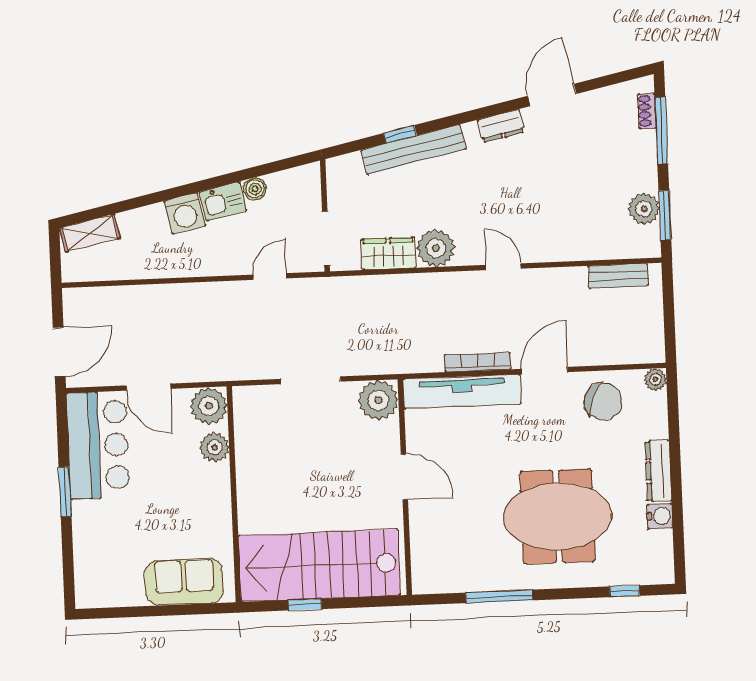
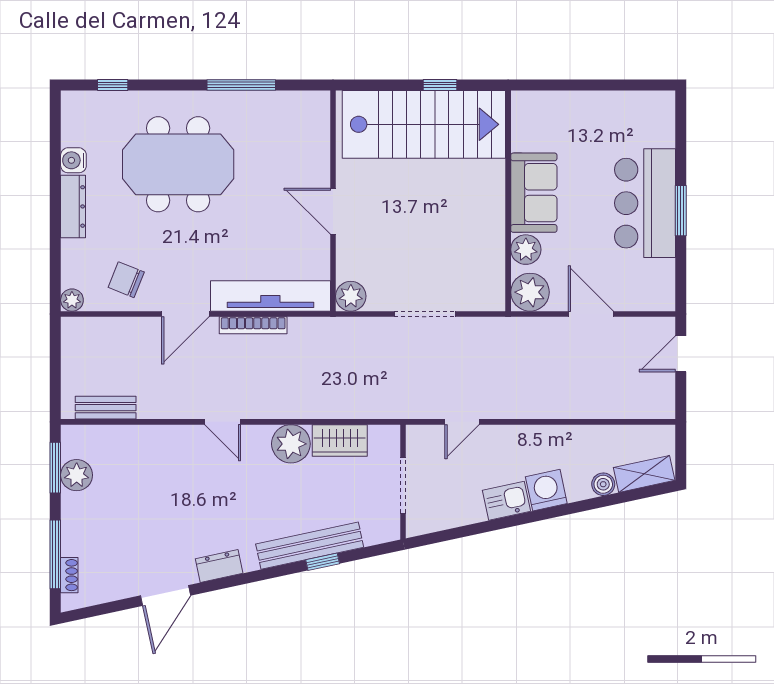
boiler: (255, 189) -> (603, 484), moved
doorway: (326, 238) -> (403, 486), moved
door: (59, 352) -> (681, 354), width x0.73
plant: (378, 400) -> (351, 296), width x0.73, depth x0.73
chair: (603, 402) -> (126, 280), width x0.73, depth x0.73
bar counter: (98, 445) -> (645, 203), moved
sofa: (184, 582) -> (534, 193), moved, turned -90

